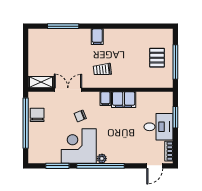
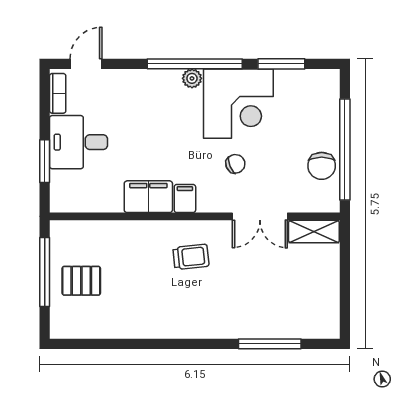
filing cabinet: (97, 37) -> (201, 323), removed
pallet: (157, 58) -> (81, 281), turned 90

